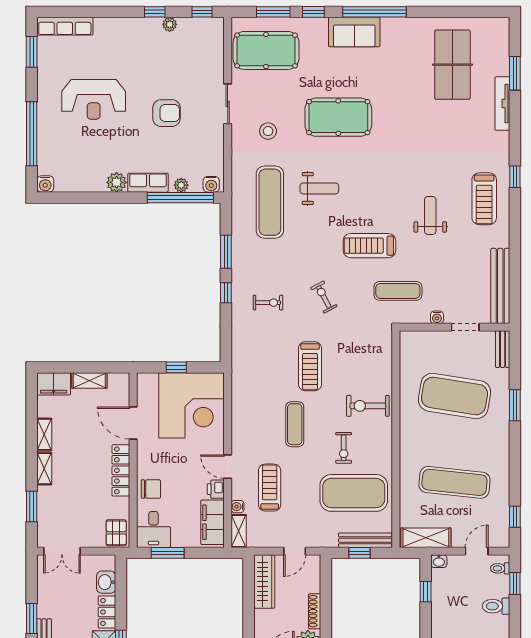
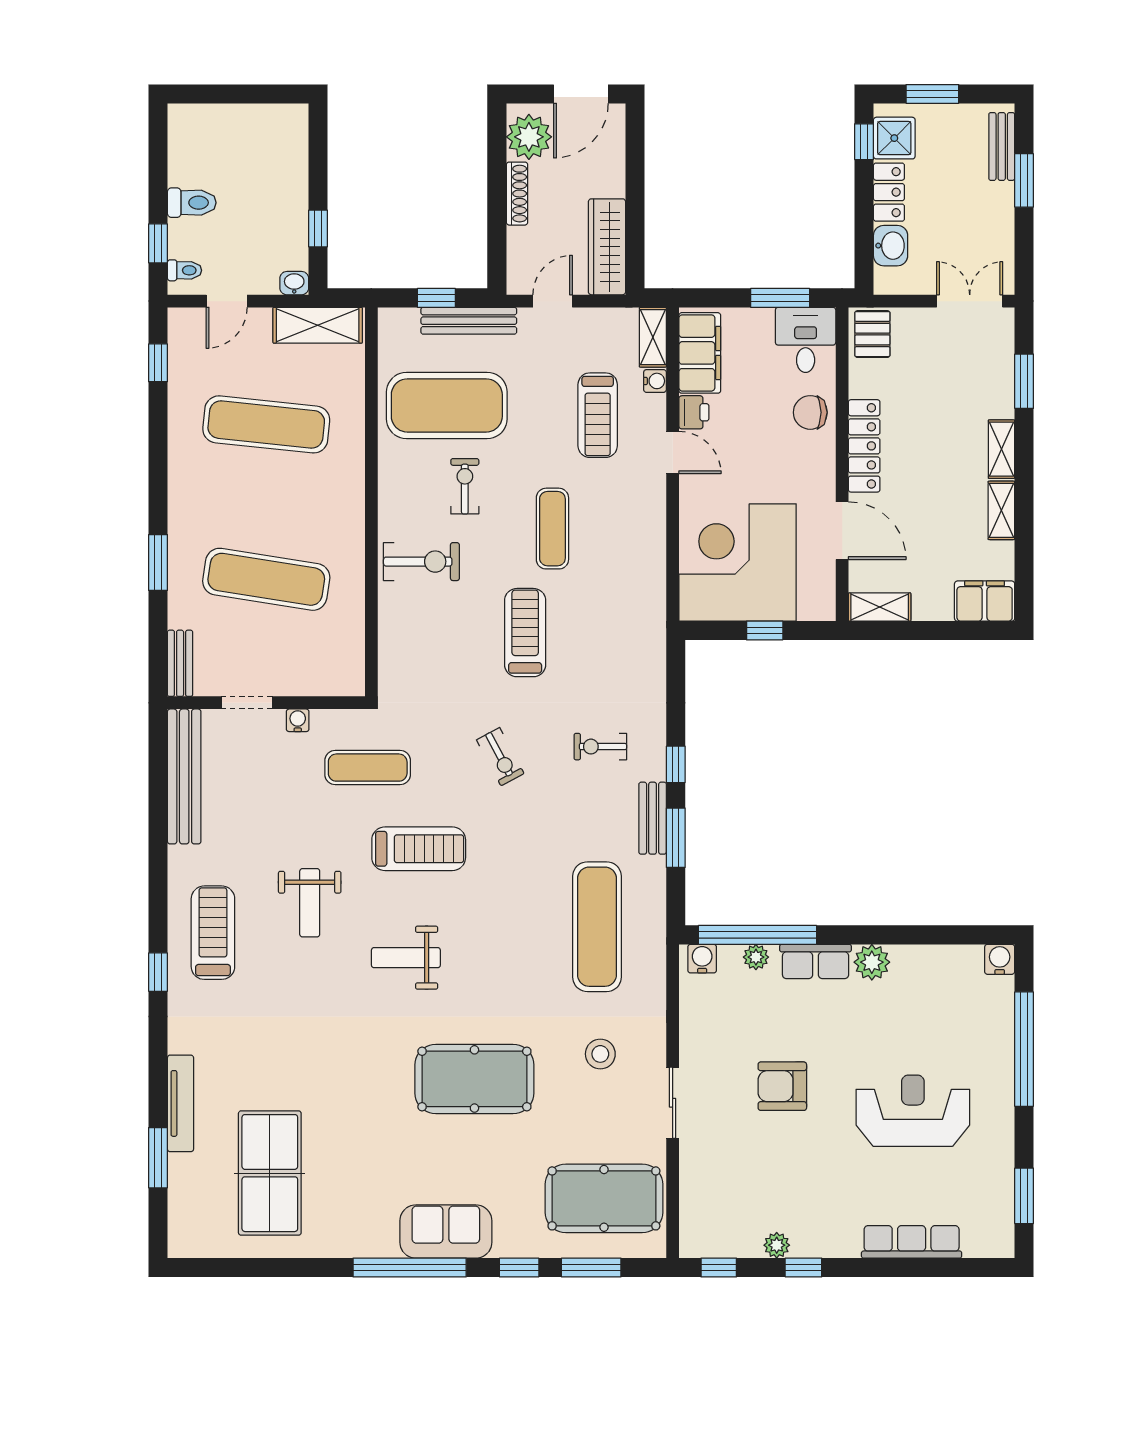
row of seats: (65, 26) -> (912, 1242), moved
weight bench: (319, 188) -> (406, 958), moved
bench: (239, 263) -> (653, 818), added
shelving: (89, 380) -> (880, 607), moved
exercise mat: (454, 396) -> (266, 579), width x0.68
bench: (365, 540) -> (469, 321), moved

